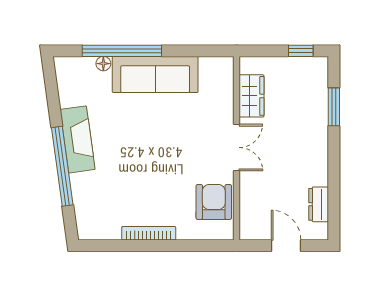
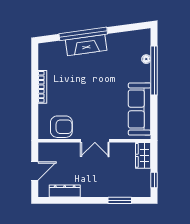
sofa: (155, 74) -> (140, 109), moved
wardrobe: (251, 96) -> (143, 155), moved, turned 90
fireplace: (78, 139) -> (86, 45), moved
dresser: (319, 204) -> (65, 191), width x1.44

